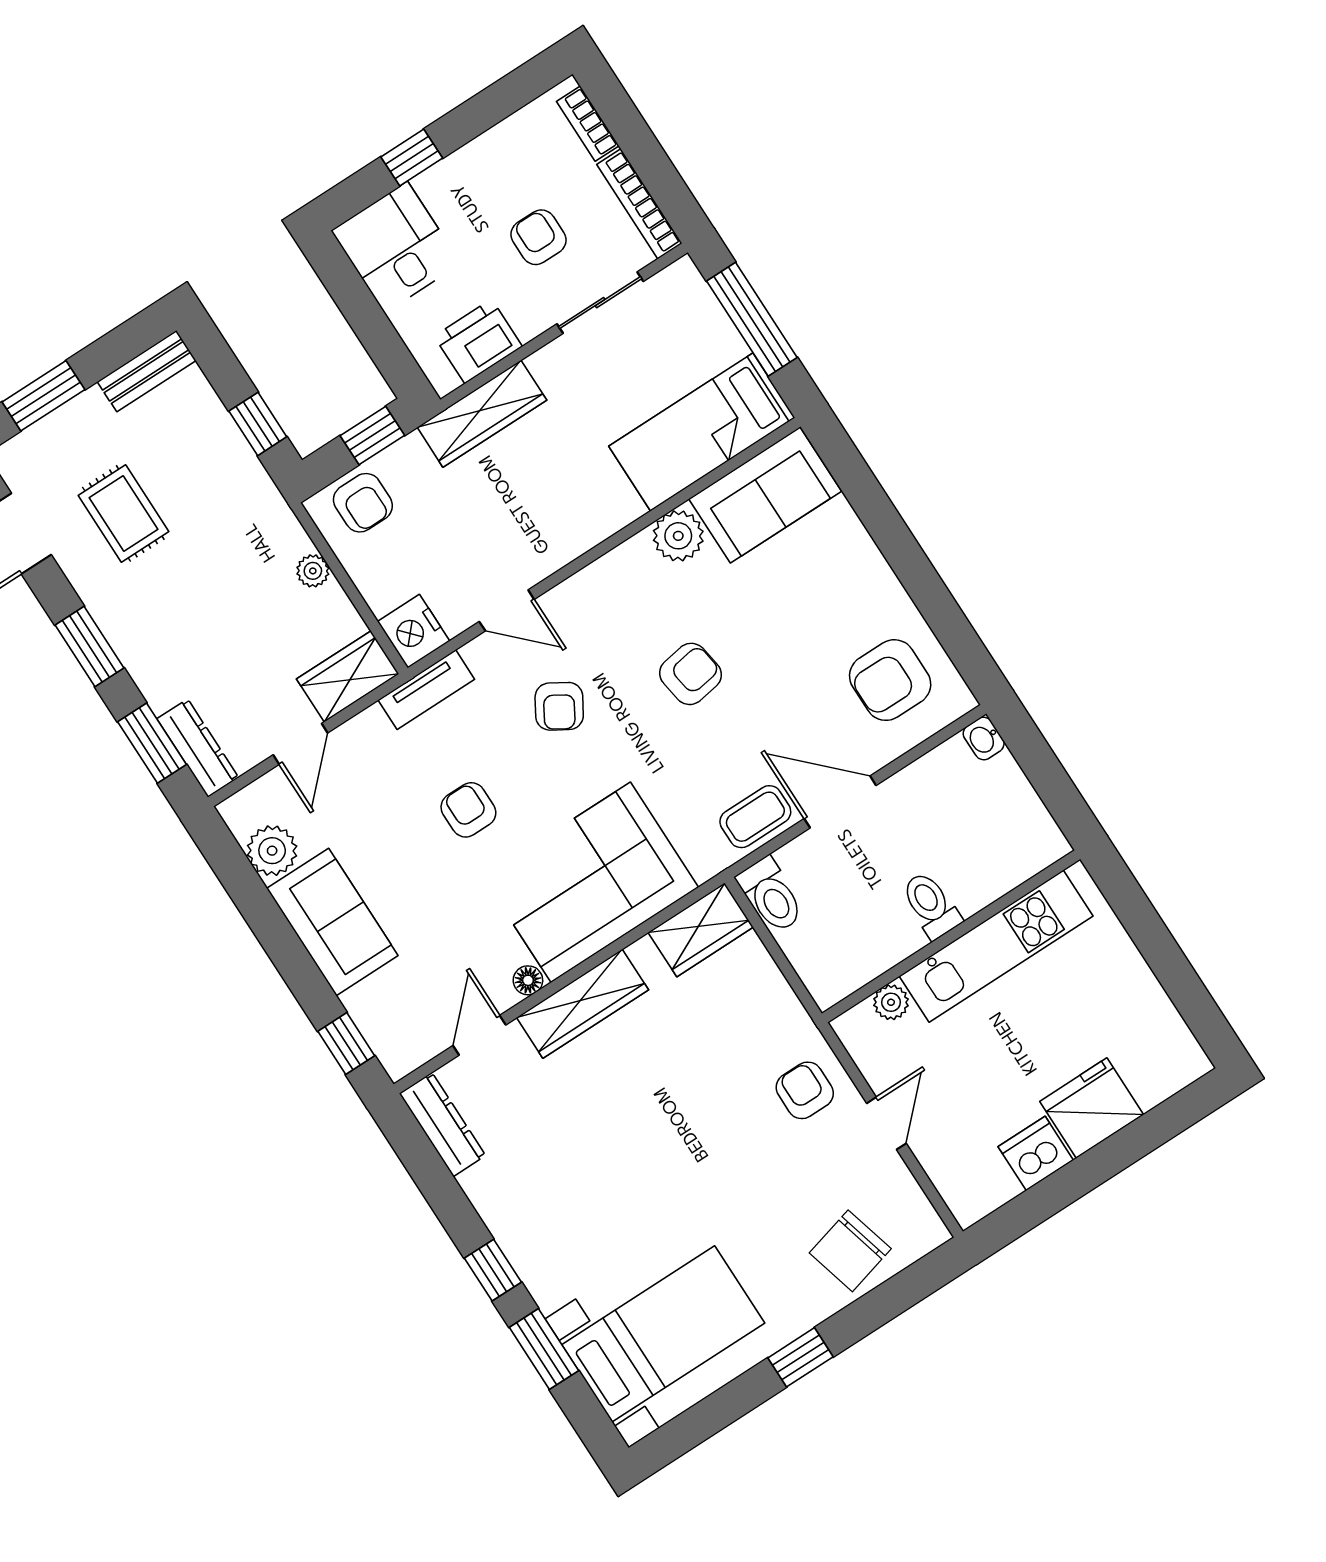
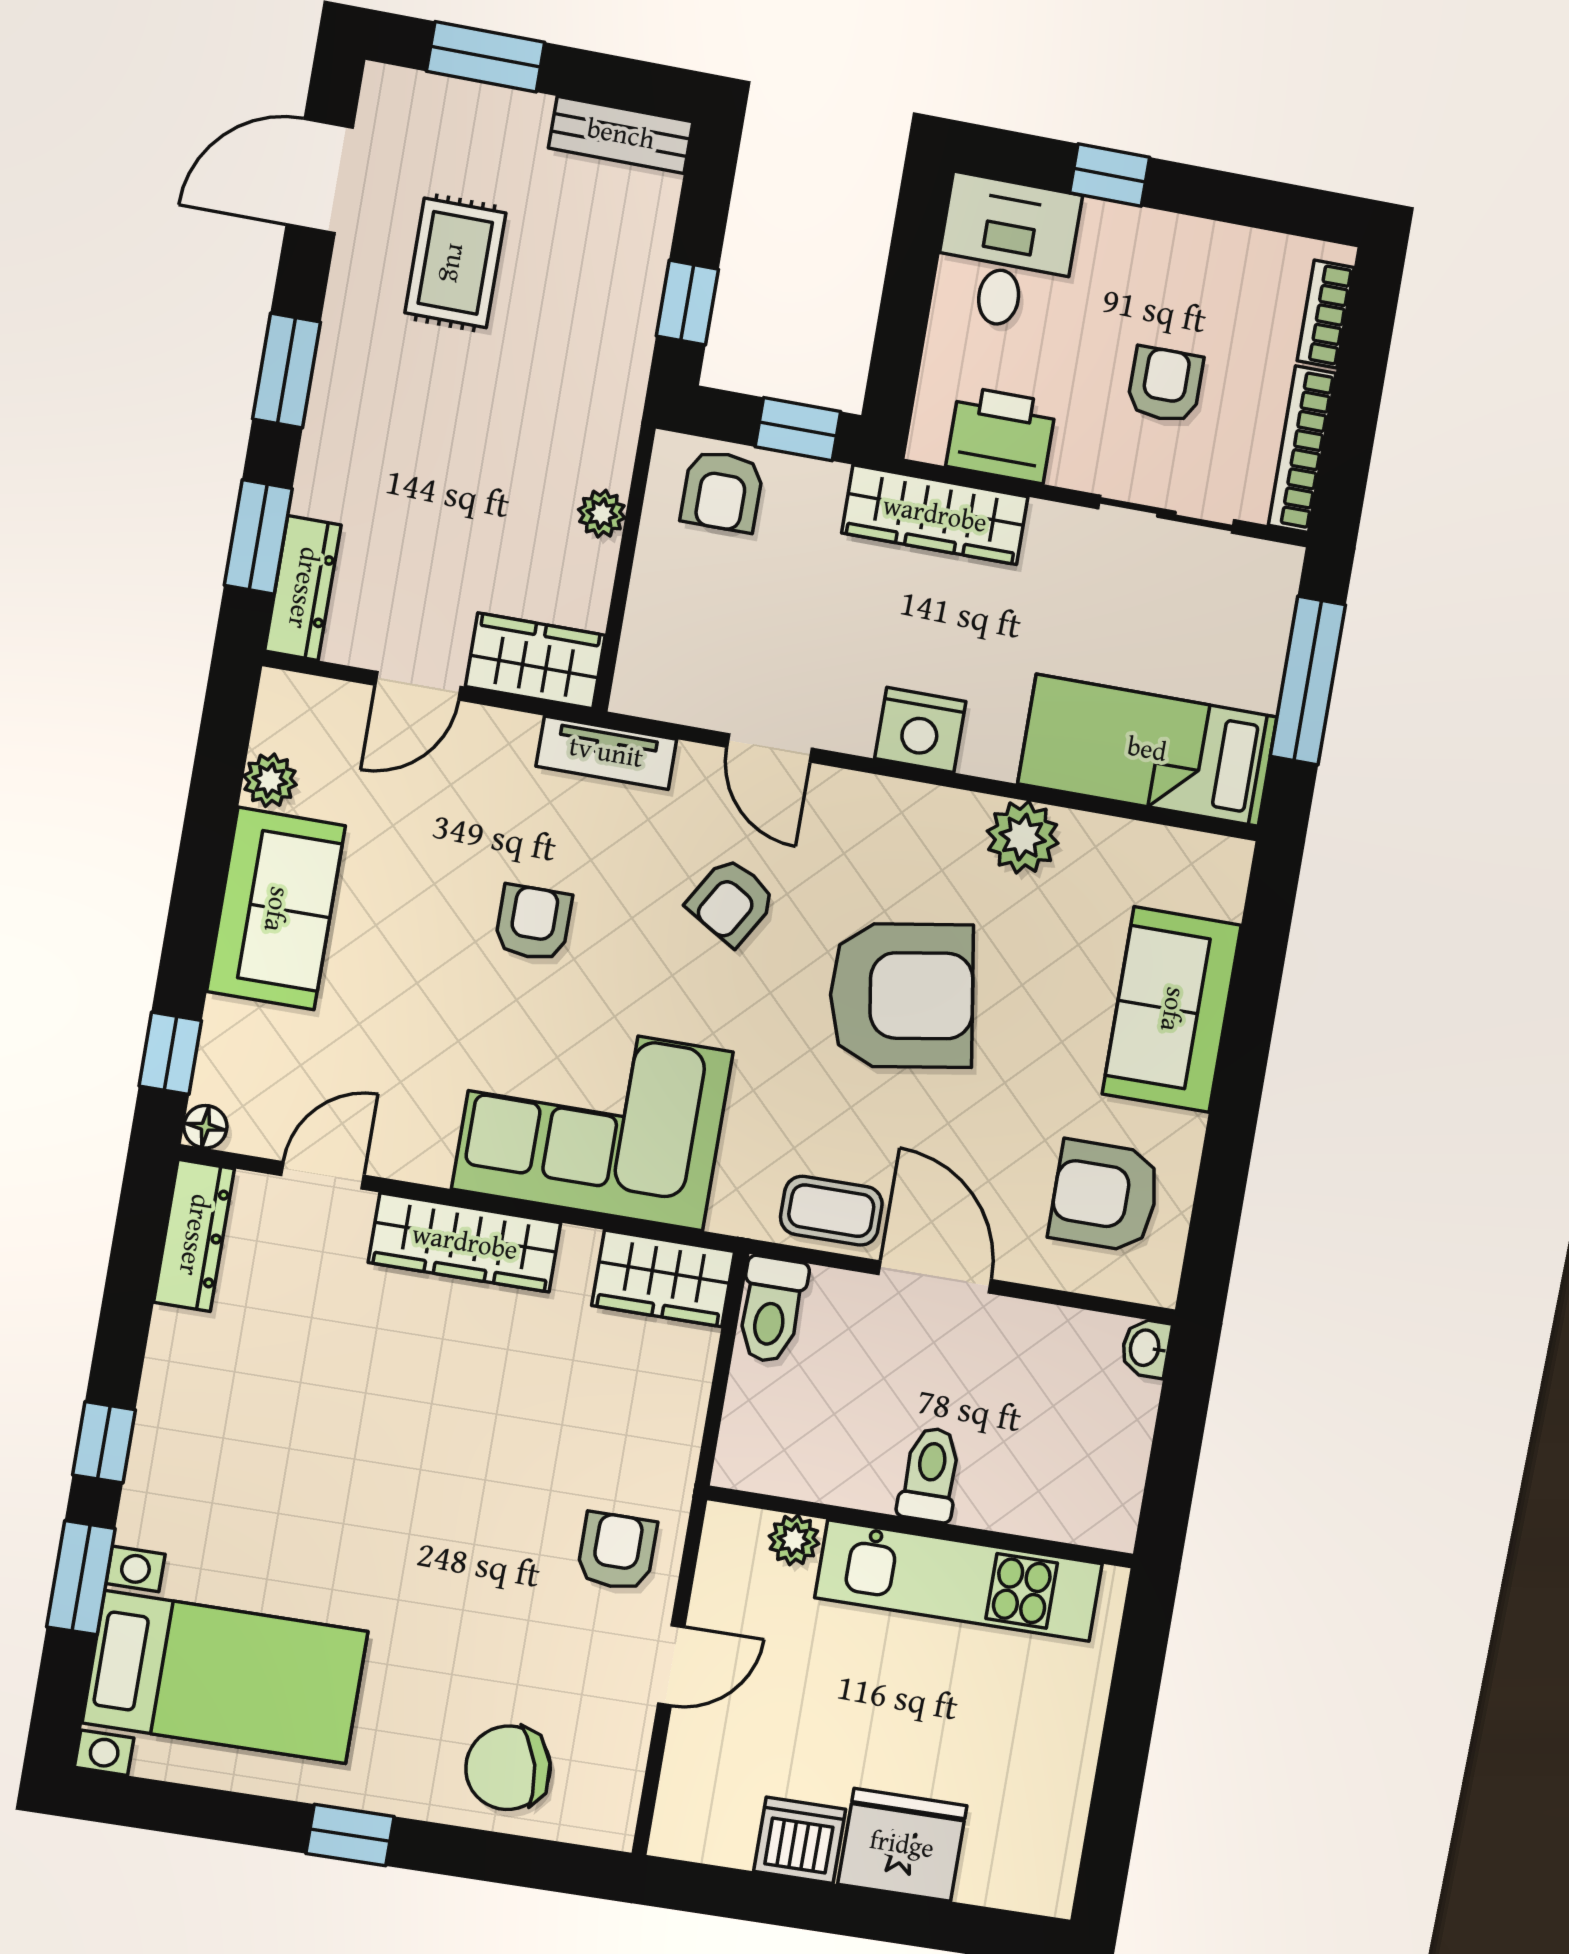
sofa: (765, 495) -> (1172, 1009), moved, turned 90
nightstand: (414, 631) -> (920, 730), moved, turned -90
armchair: (690, 674) -> (902, 996), width x1.88, depth x1.88
plant: (272, 851) -> (270, 780), width x0.73, depth x0.73
floor lamp: (528, 980) -> (205, 1127), moved

